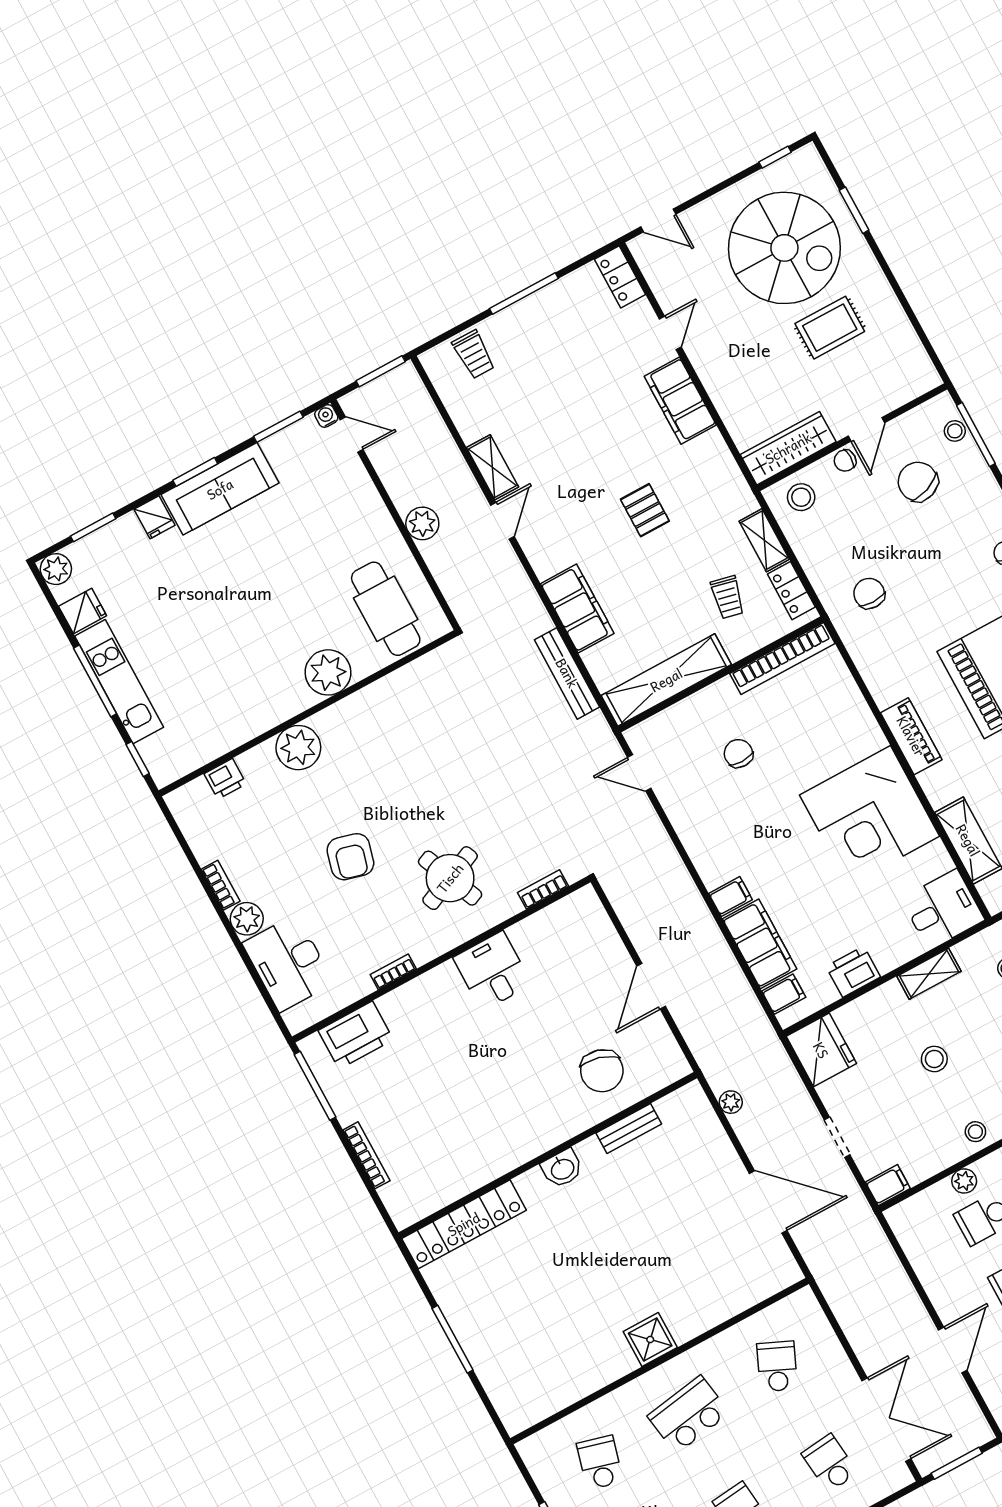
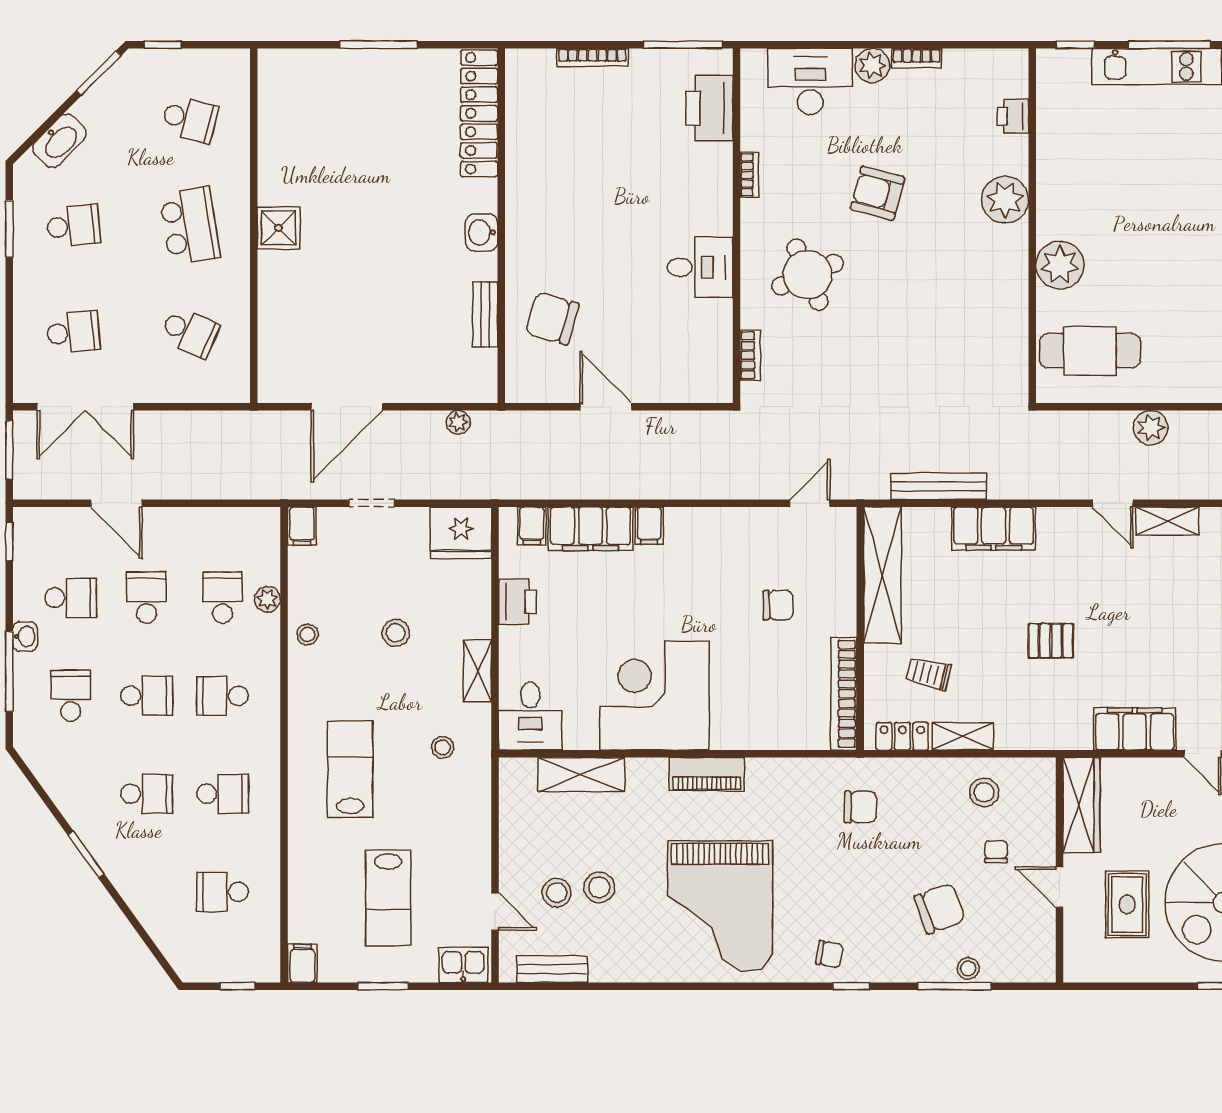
door: (866, 429) -> (1059, 887), moved
wall: (852, 437) -> (1059, 870), moved
wardrobe: (788, 448) -> (1081, 805), moved

